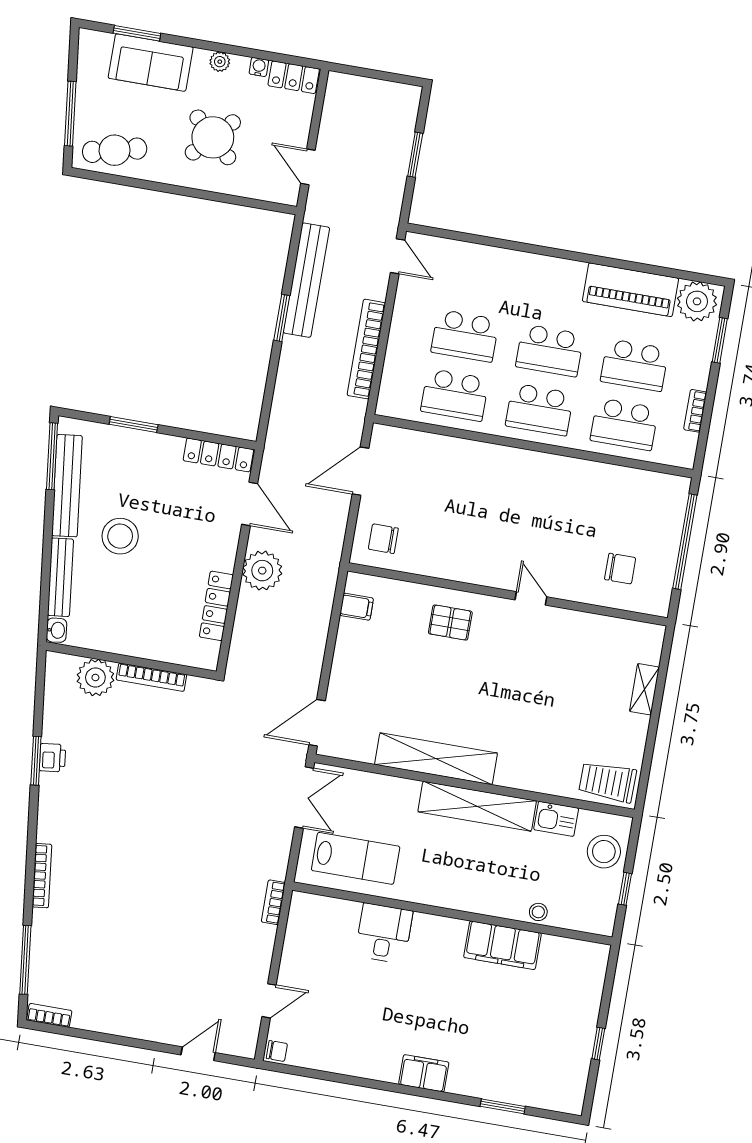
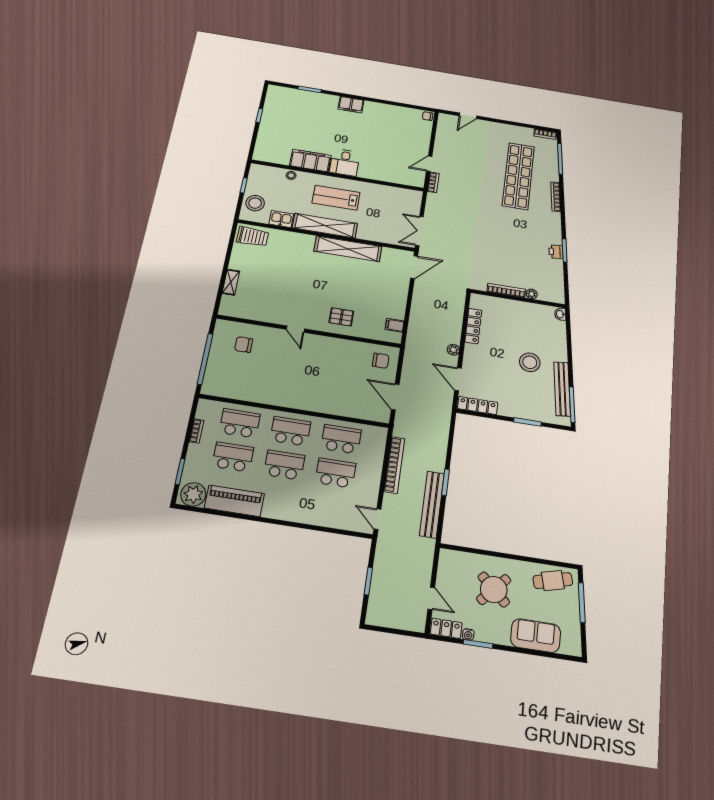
window: (137, 33) -> (478, 644), moved
plant: (220, 62) -> (493, 637), removed
door: (308, 167) -> (431, 598), moved
door: (360, 471) -> (395, 397), swing flipped
plant: (262, 571) -> (453, 350), width x0.53, depth x0.53
bench: (60, 577) -> (561, 341), removed
plant: (95, 678) -> (532, 294), width x0.53, depth x0.53
lab bench: (356, 858) -> (336, 198), moved
shop shelf: (110, 920) -> (518, 176), added
desk: (384, 933) -> (345, 162), moved
door: (269, 1001) -> (429, 164), moved

